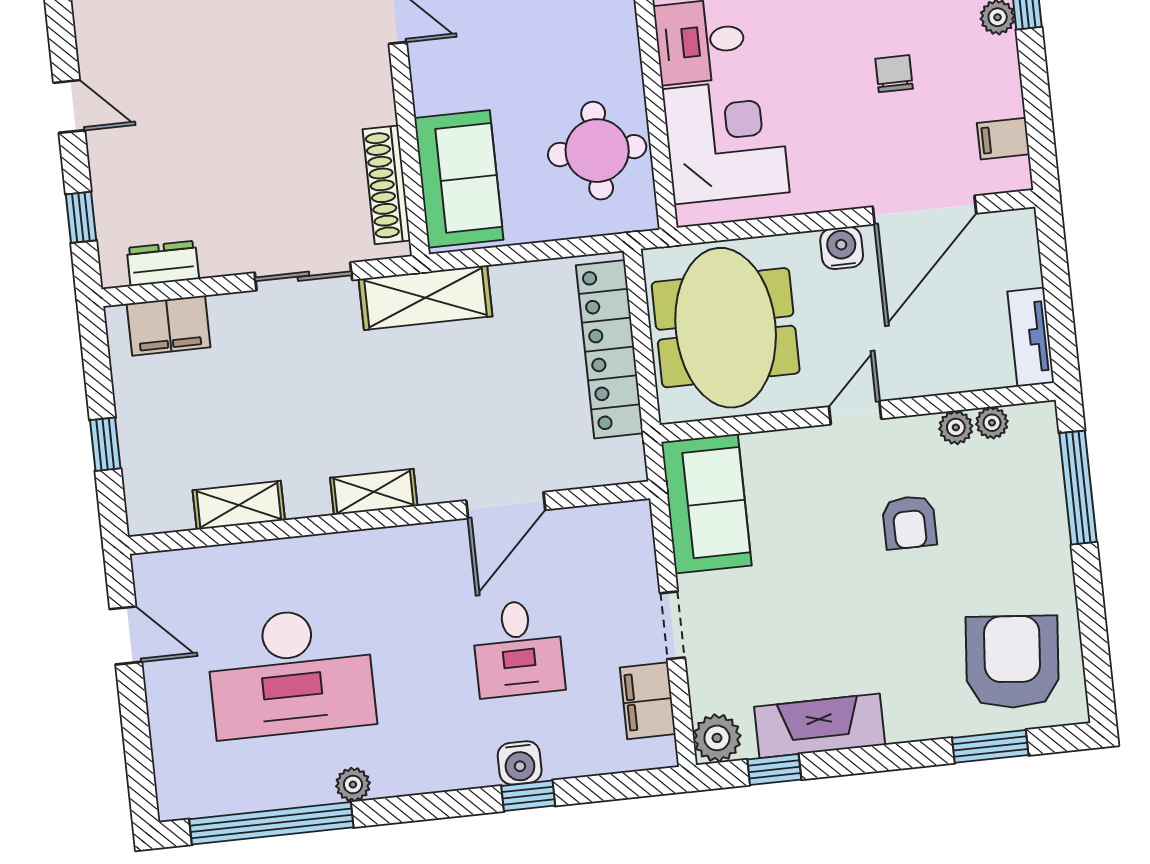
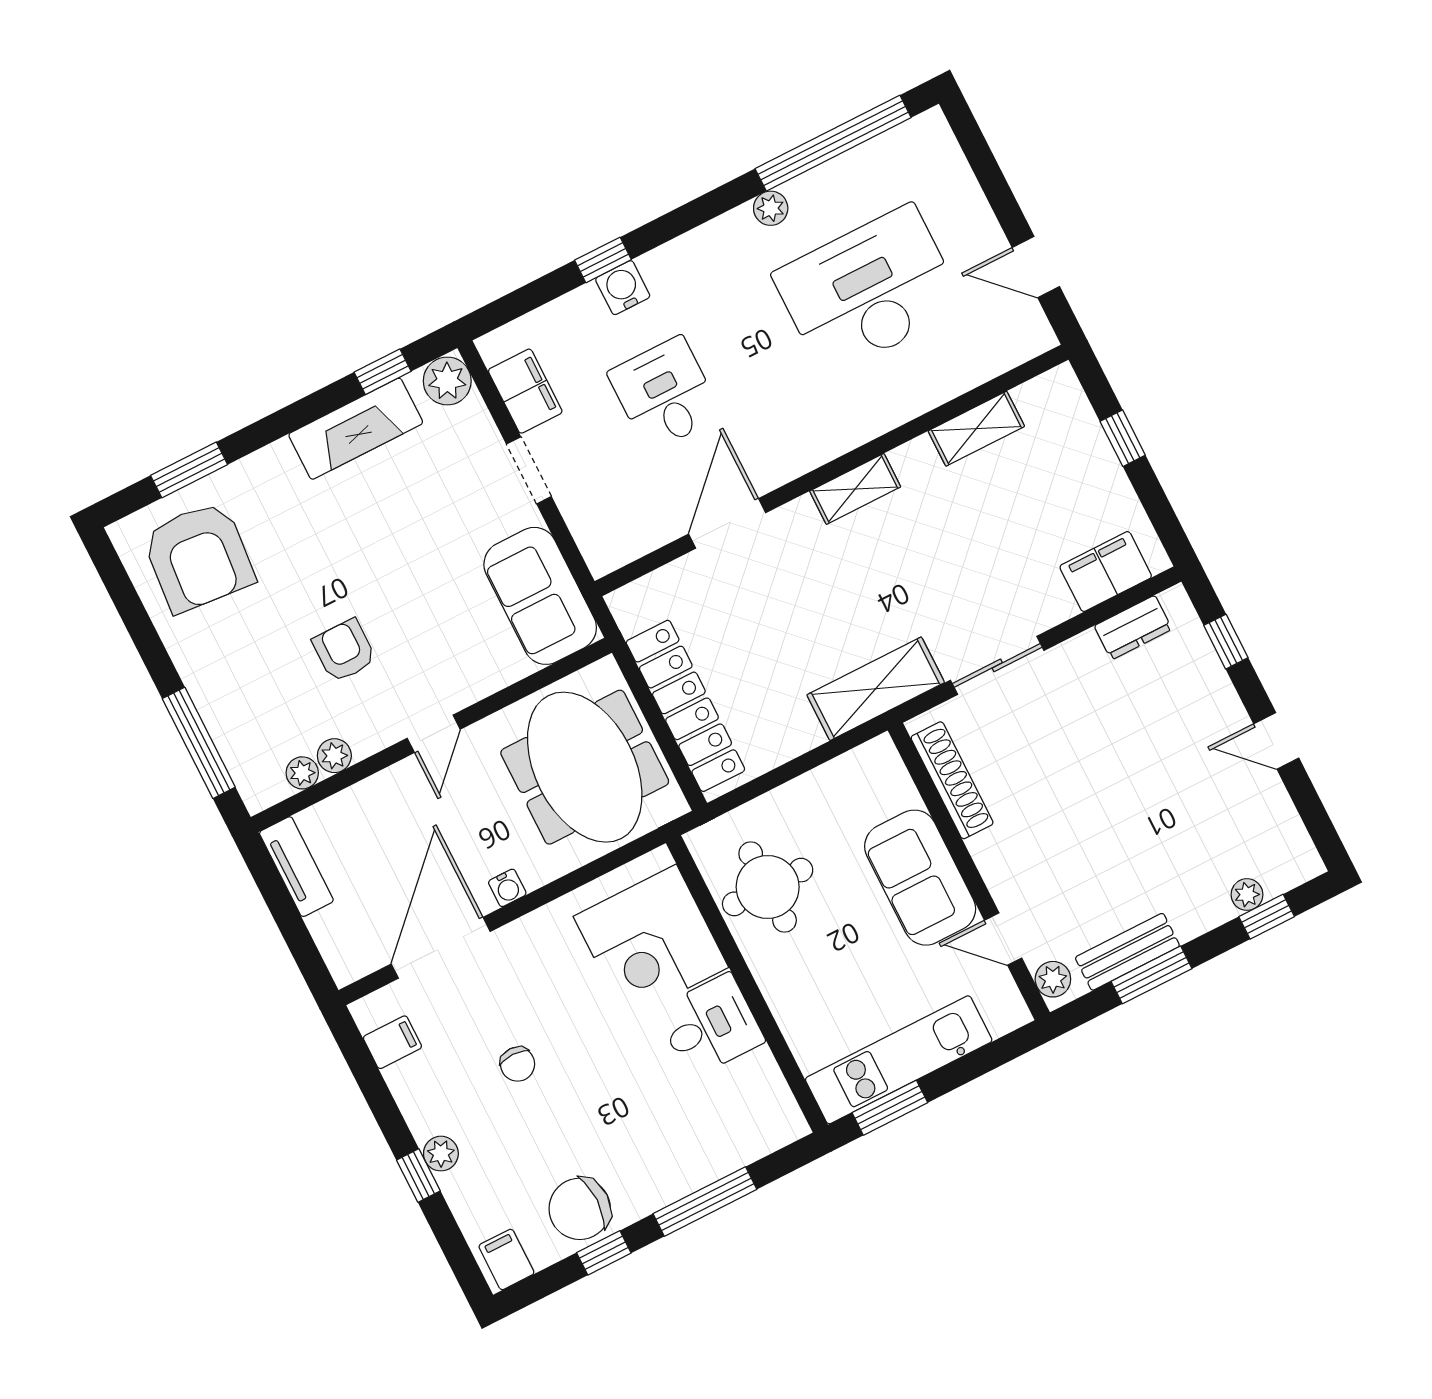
sofa: (459, 179) -> (920, 878), moved
water cooler: (842, 248) -> (507, 888), width x0.72, depth x0.72

